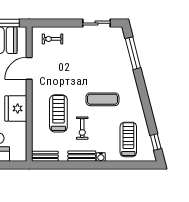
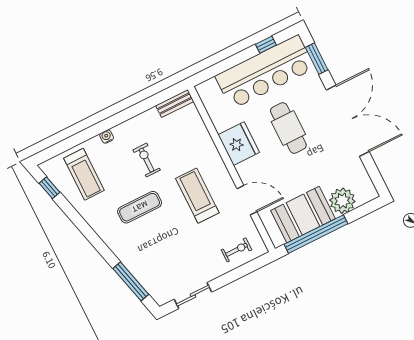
door: (29, 68) -> (247, 200), hinge flipped
treadmill: (58, 113) -> (197, 196), moved, turned 180
bench: (82, 156) -> (130, 126), removed

